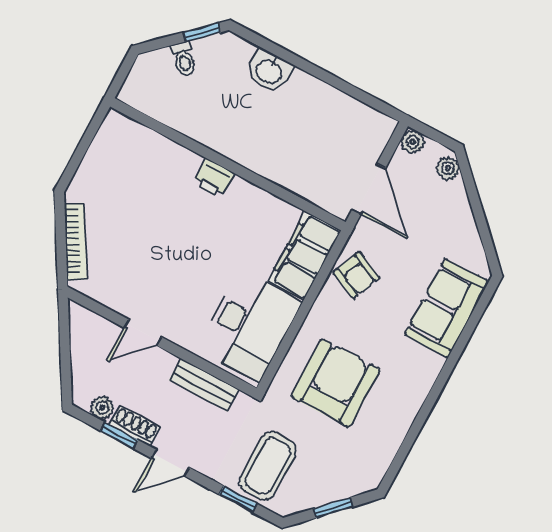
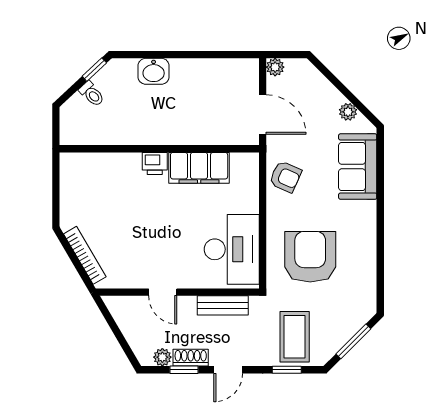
plant: (448, 168) -> (348, 112), moved
filing cabinet: (305, 256) -> (199, 168), moved, turned -90
door: (143, 332) -> (163, 292), hinge flipped
window: (333, 508) -> (353, 341), width x1.50

